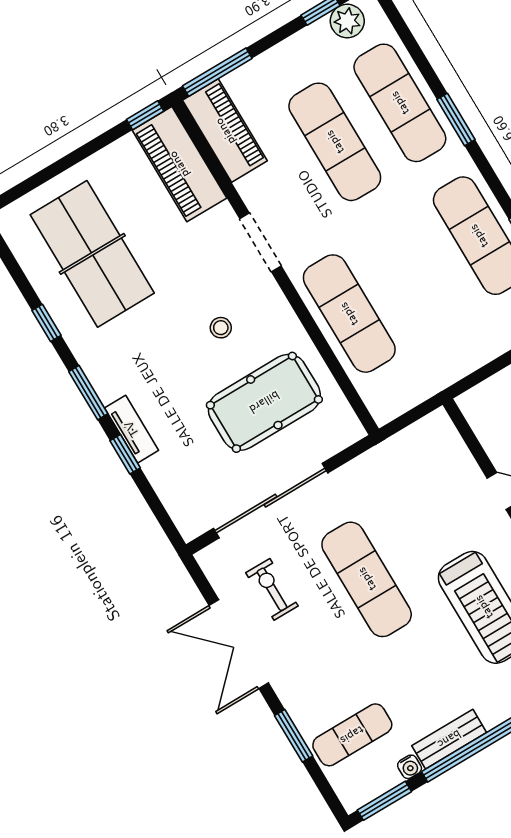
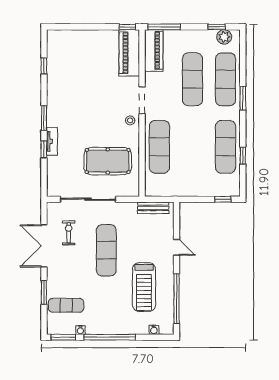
table tennis table: (92, 254) -> (77, 67), removed
window: (47, 323) -> (44, 66), moved
stool: (221, 328) -> (130, 120), moved
bench: (449, 739) -> (153, 208), moved

